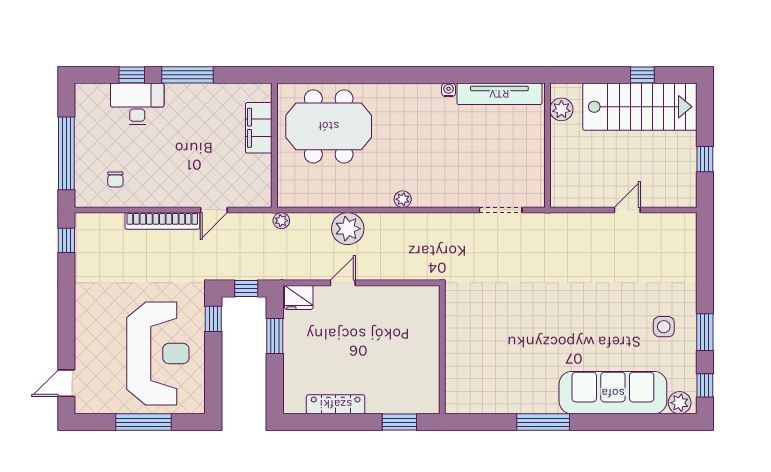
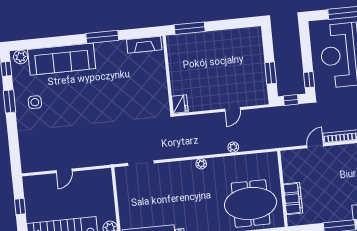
plant: (281, 221) -> (274, 143), removed
plant: (348, 229) -> (233, 147), width x0.53, depth x0.53
fridge: (299, 297) -> (180, 104), moved, turned 90
fireplace: (476, 403) -> (144, 45), added
locker: (336, 404) -> (229, 35), removed
window: (399, 422) -> (190, 28), width x1.44

